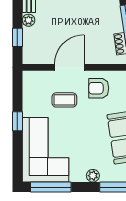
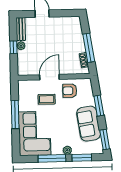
window: (17, 37) -> (14, 47), moved
window: (17, 121) -> (15, 115), width x2.17
window: (51, 187) -> (52, 158), moved

